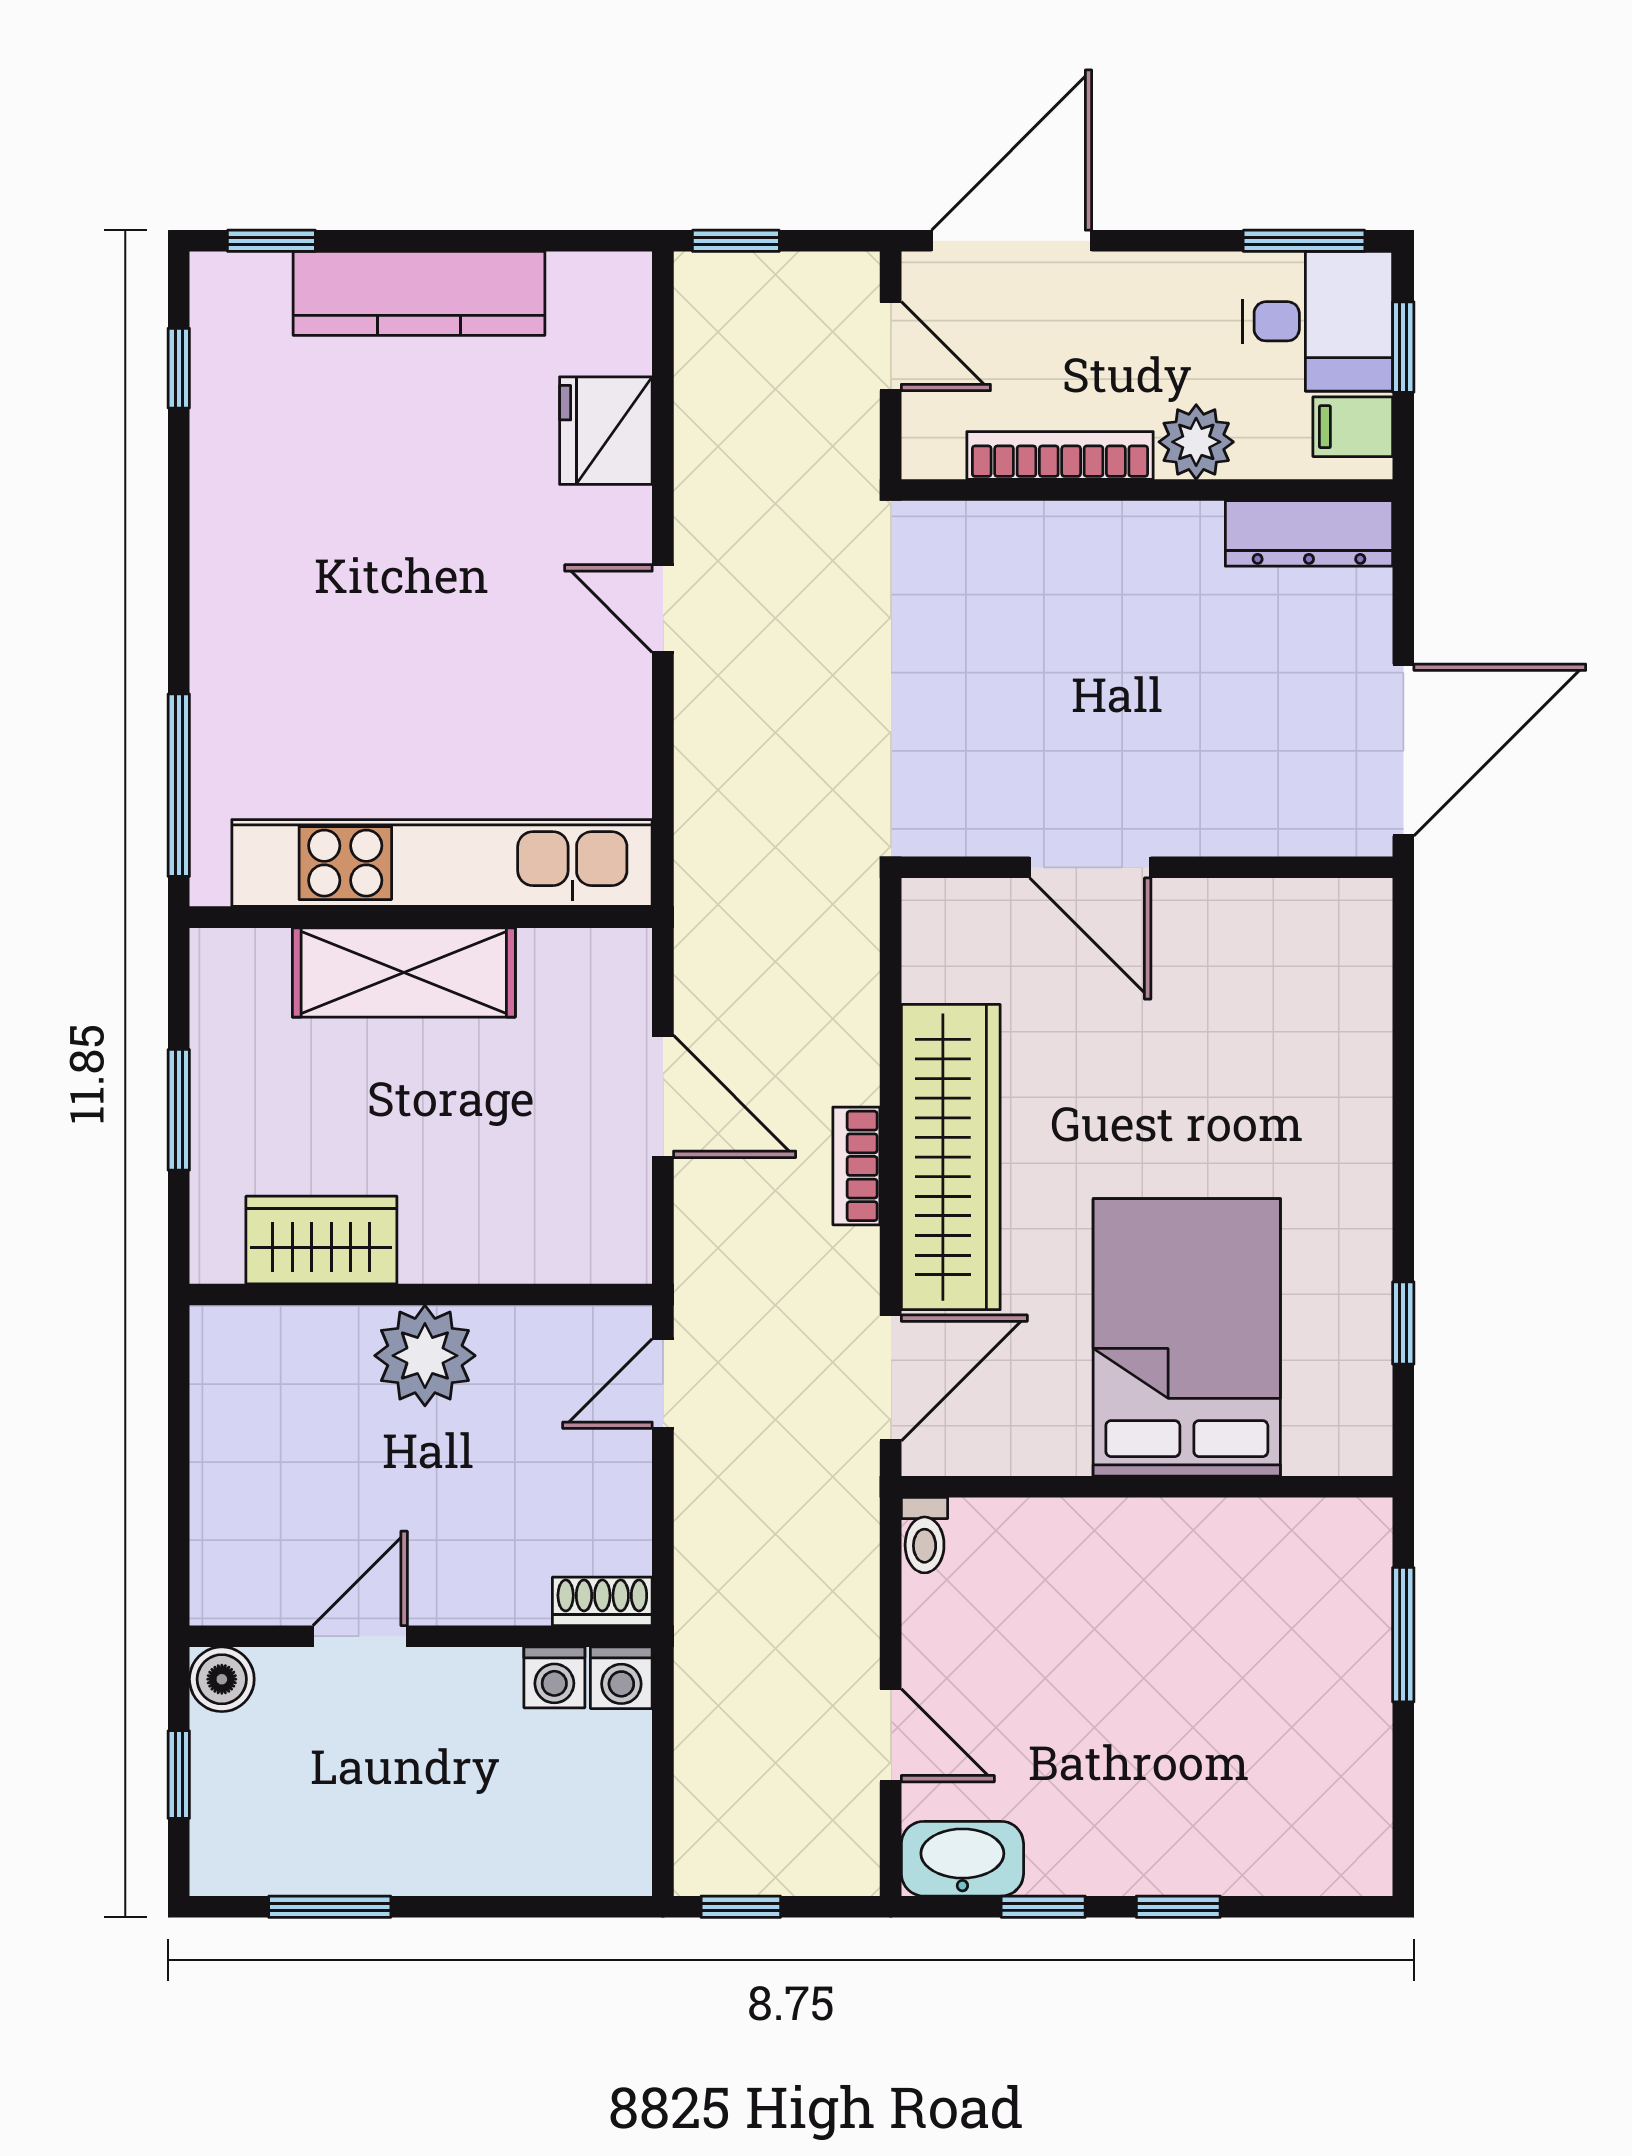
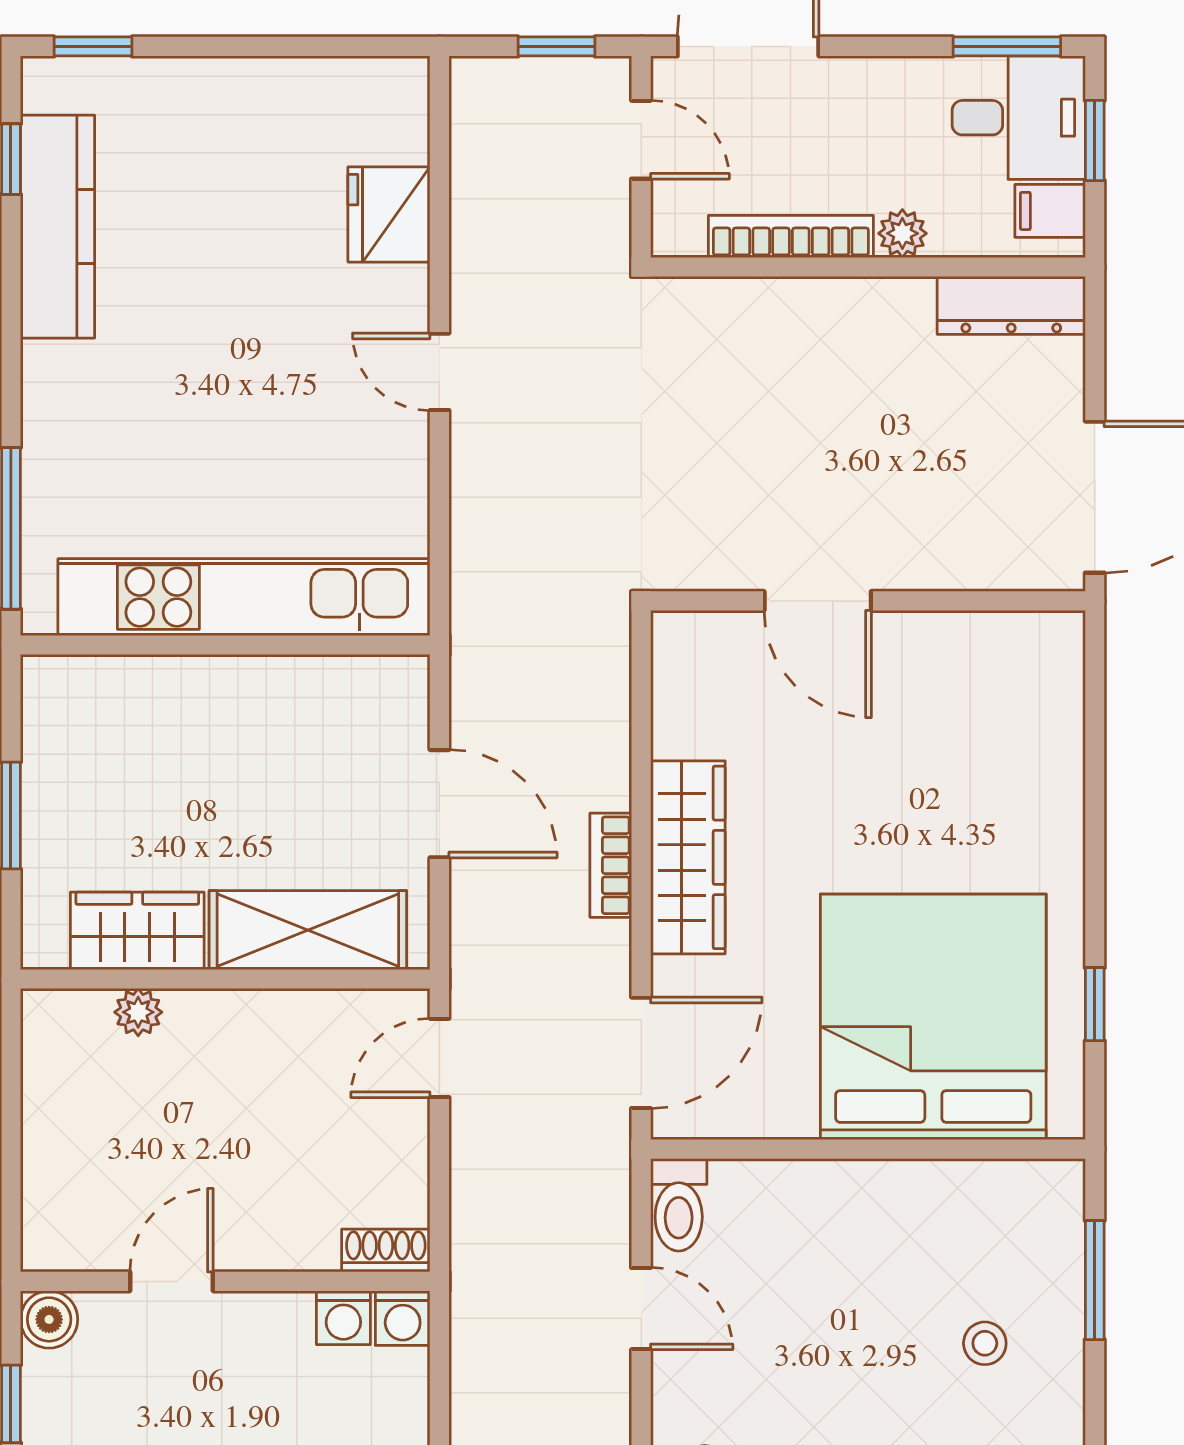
window: (736, 241) -> (556, 46), moved
kitchen counter: (419, 293) -> (58, 227), moved, turned -90
plant: (1196, 442) -> (902, 233), width x0.73, depth x0.73
shelving: (404, 972) -> (308, 930), moved
wardrobe: (951, 1157) -> (688, 857), width x0.71, depth x0.85
bed: (1187, 1337) -> (933, 1017), width x1.36
plant: (425, 1356) -> (138, 1012), moved, width x0.53, depth x0.53
toilet: (925, 1535) -> (679, 1205), width x1.37, depth x1.39
stool: (1279, 1706) -> (985, 1343), added
door: (891, 1735) -> (641, 1309), moved

